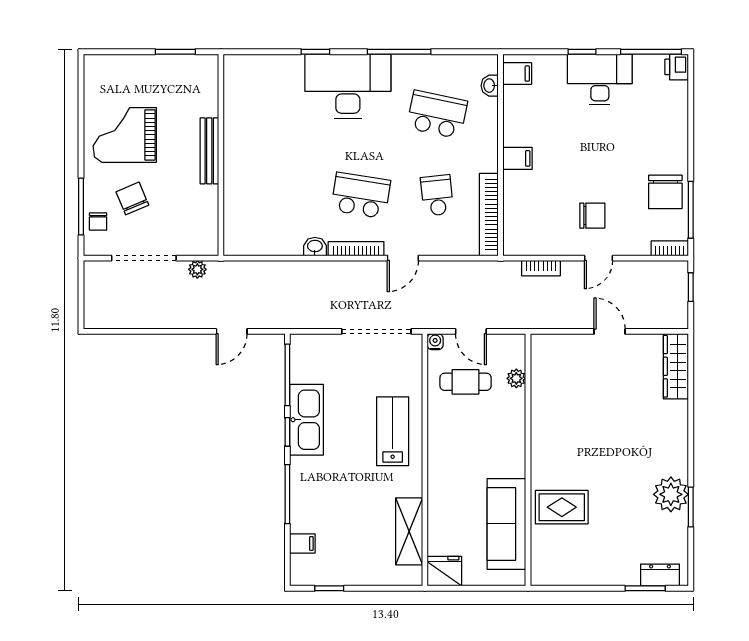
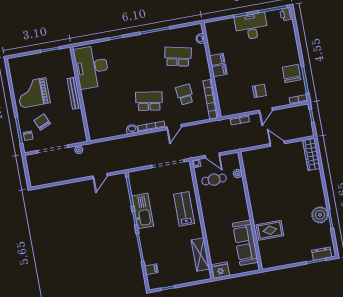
filing cabinet: (517, 74) -> (217, 59), moved
desk: (348, 86) -> (92, 67), moved, turned -90
chair: (665, 192) -> (292, 74), turned 180

